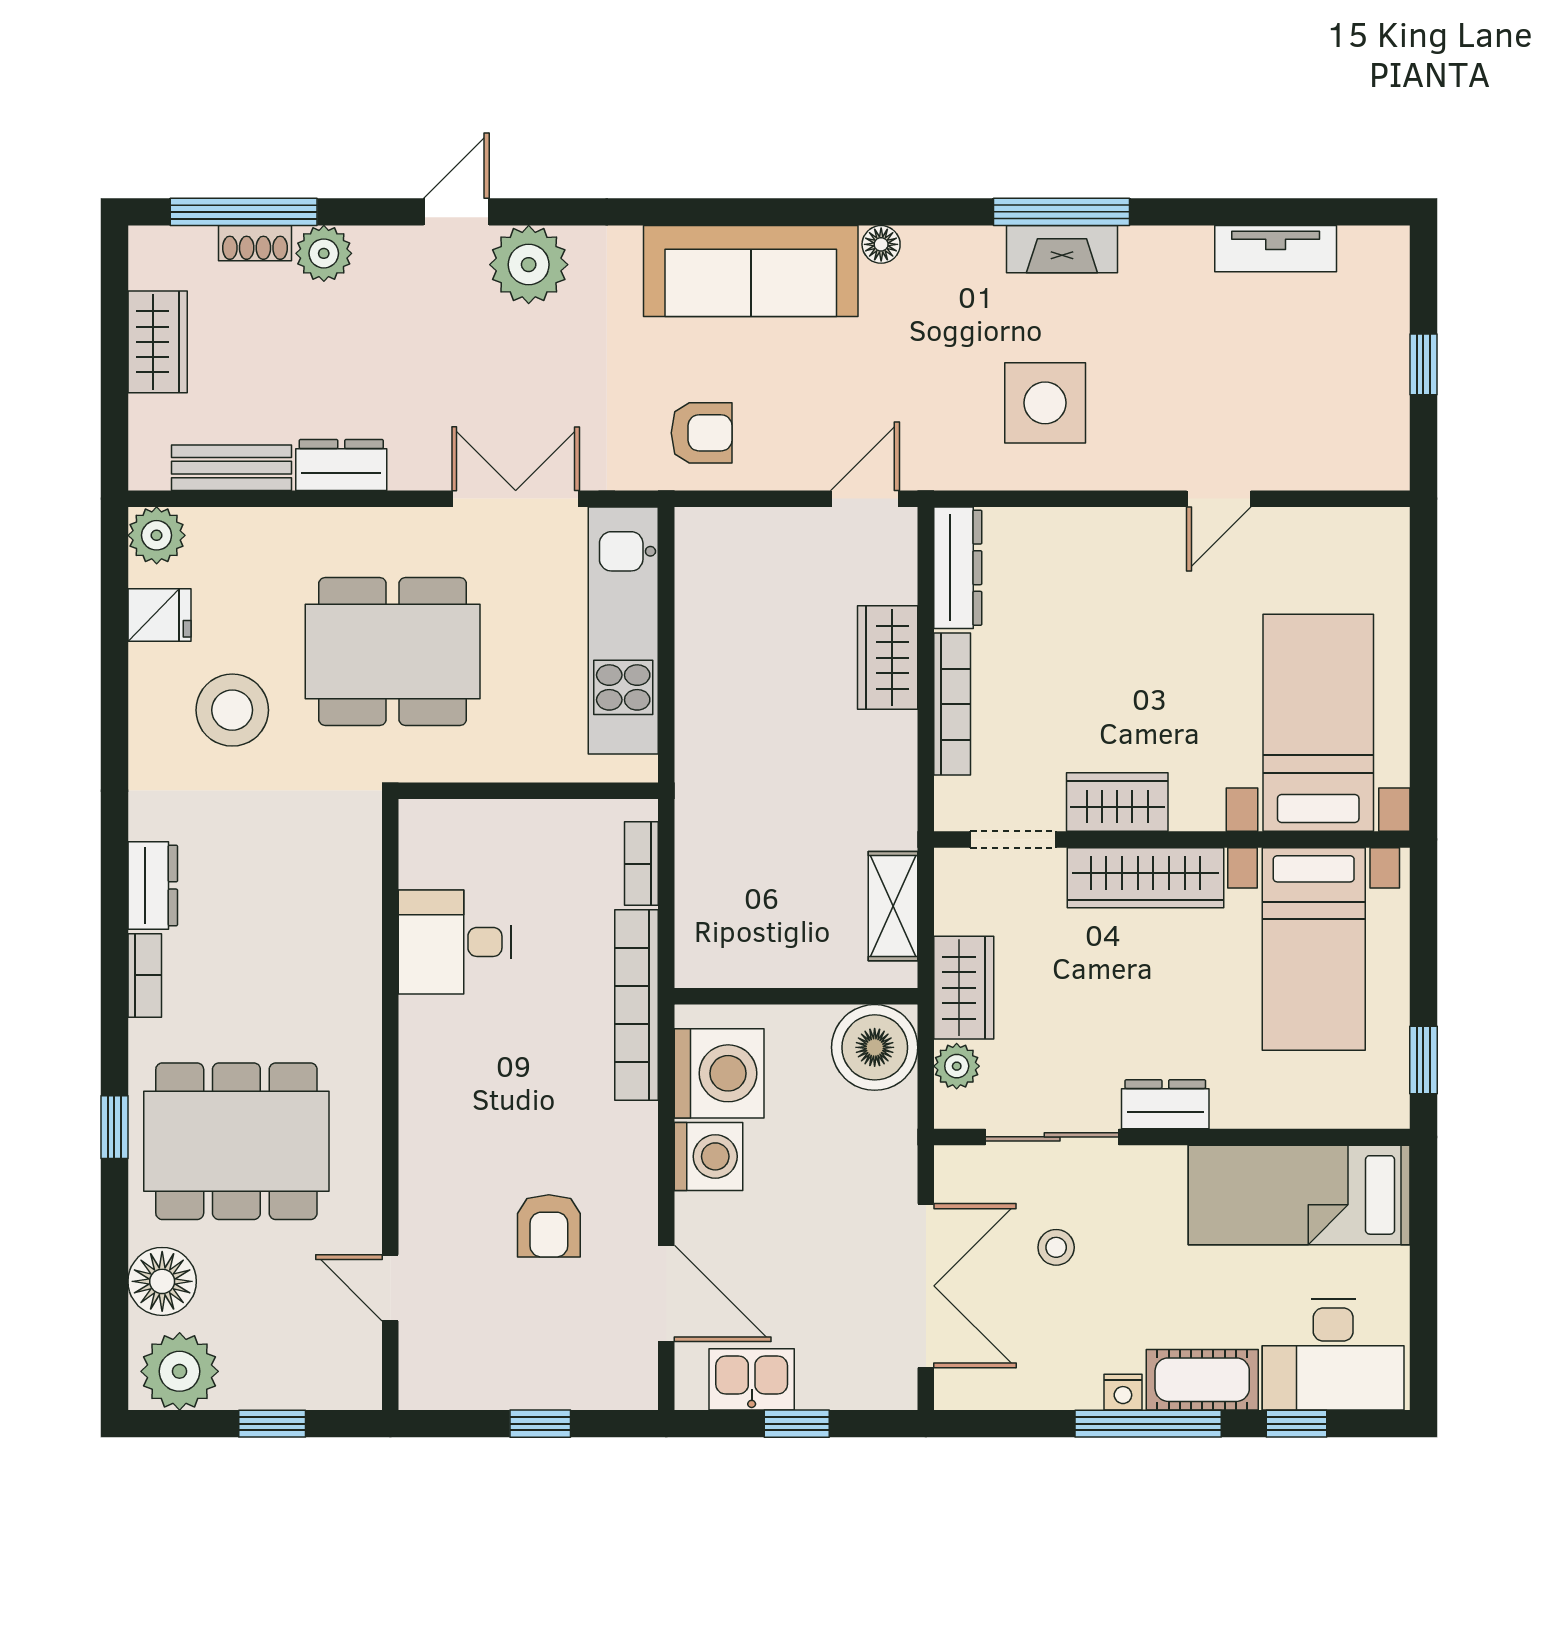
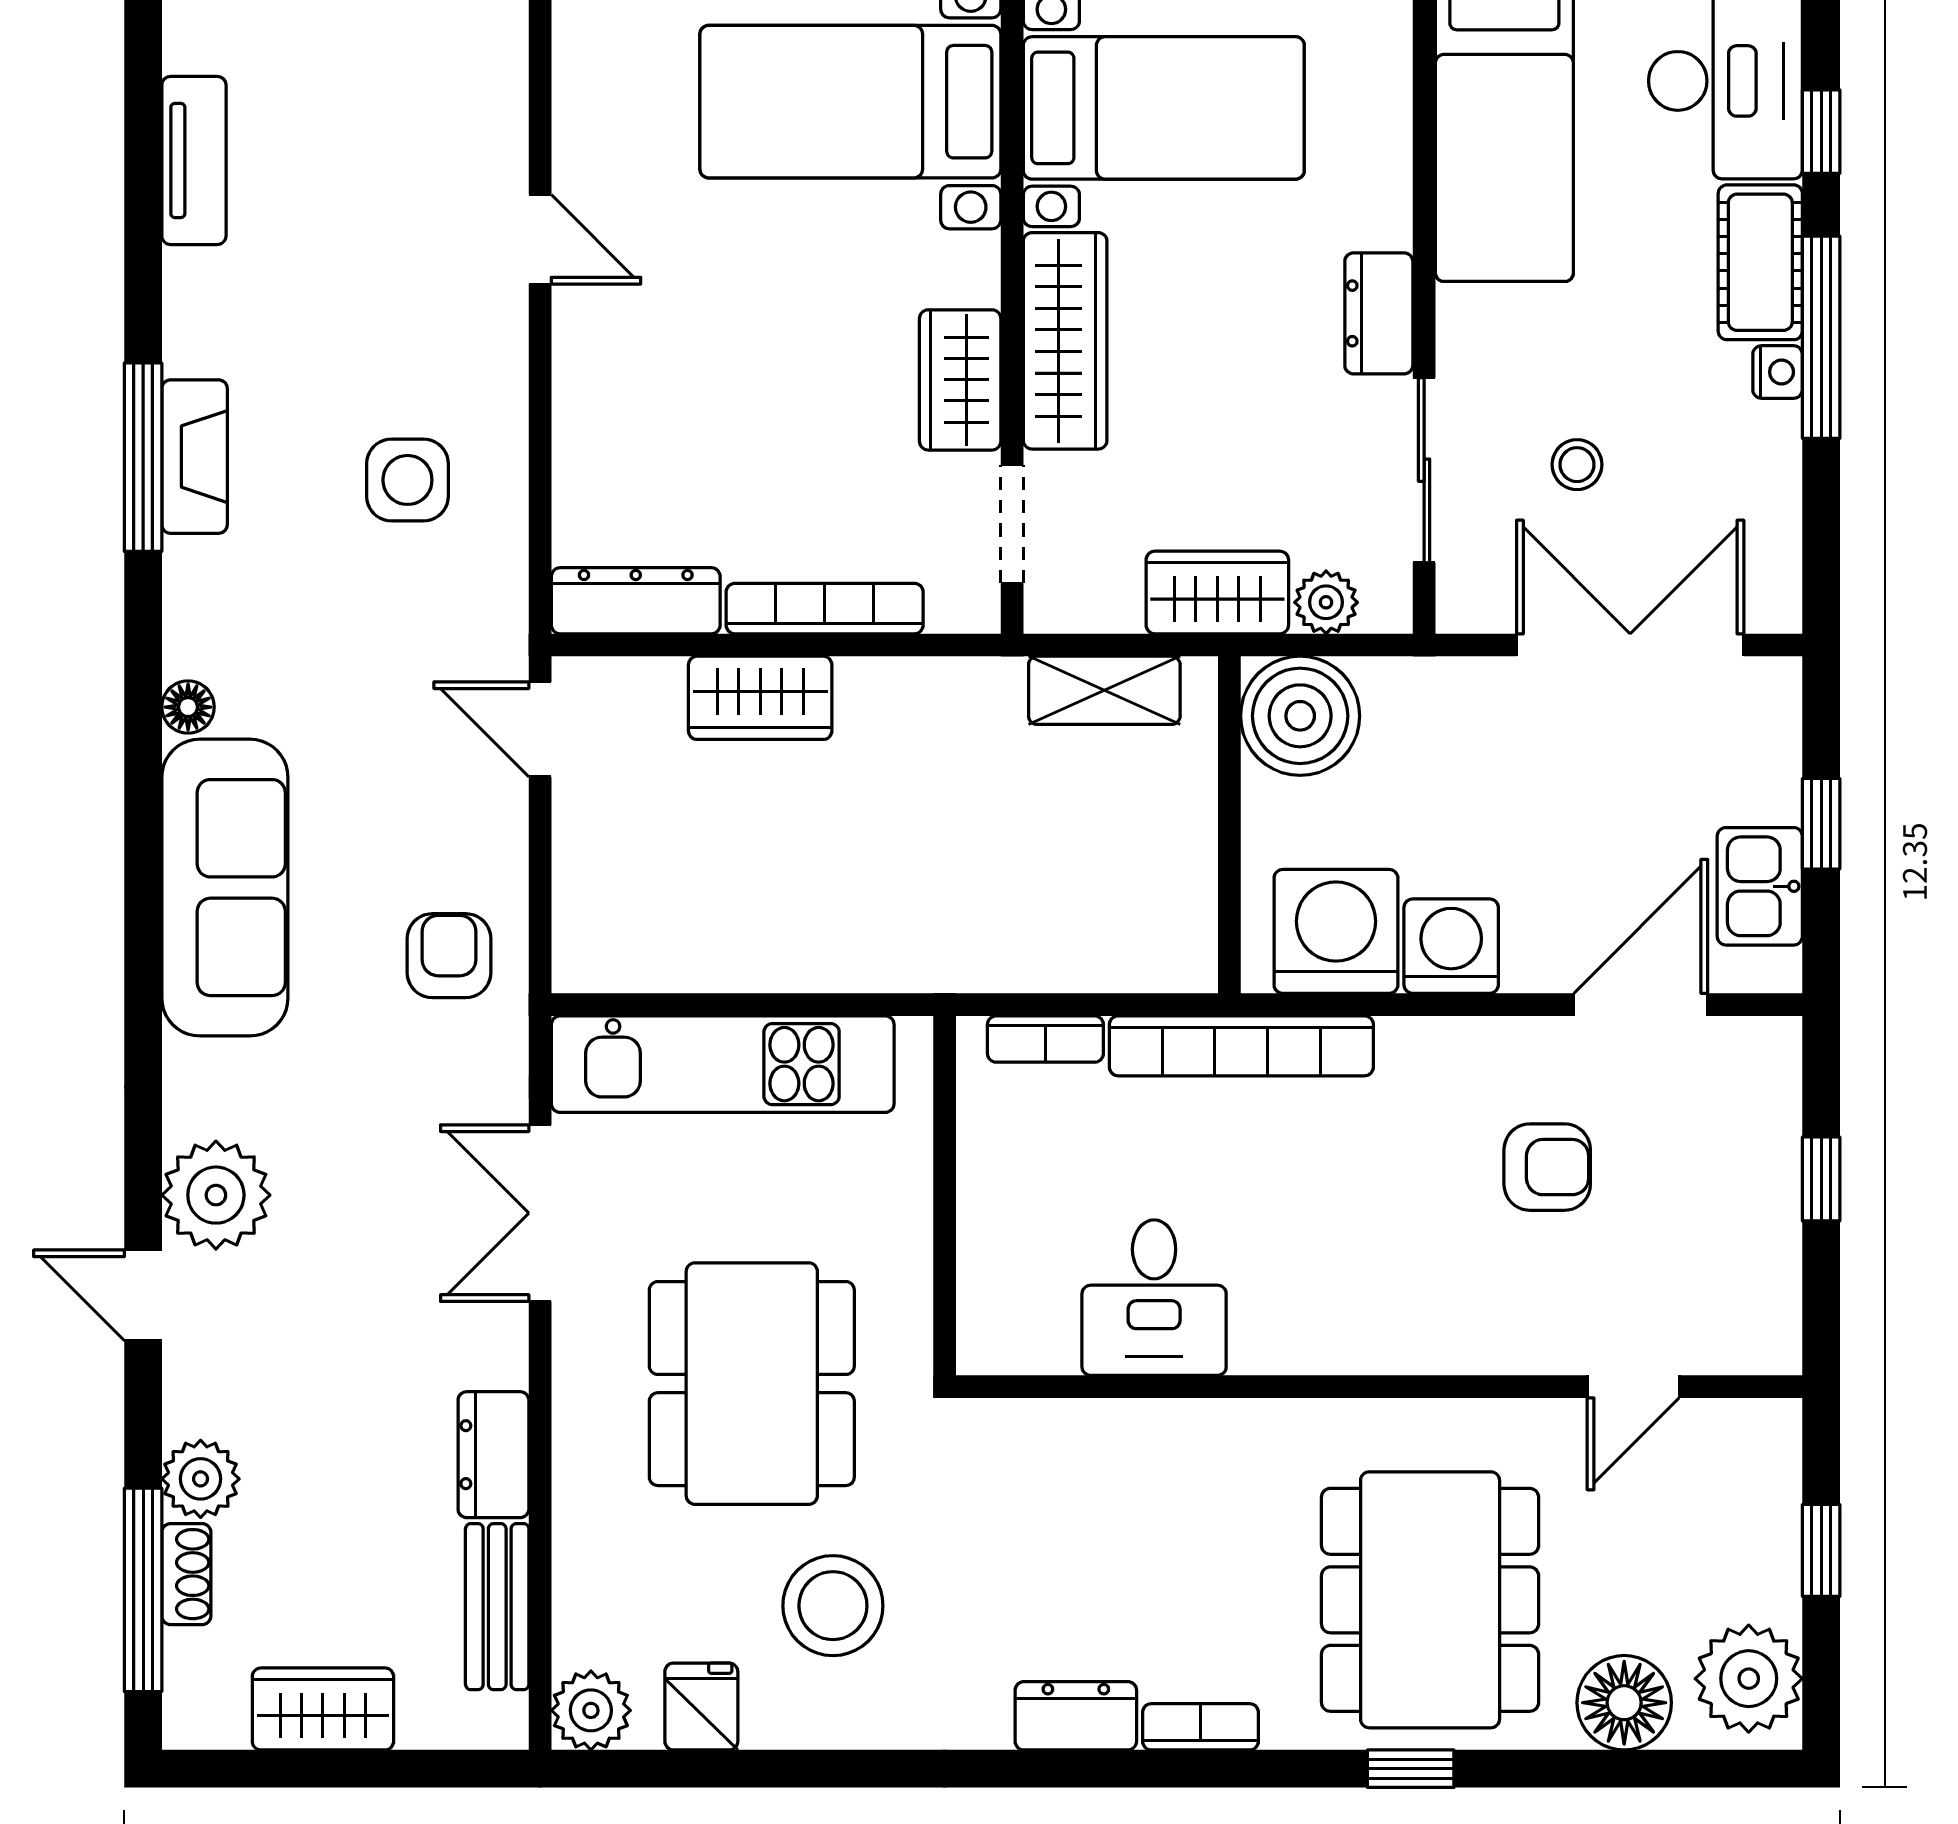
side table: (1045, 403) -> (407, 480), width x0.73, depth x0.73

